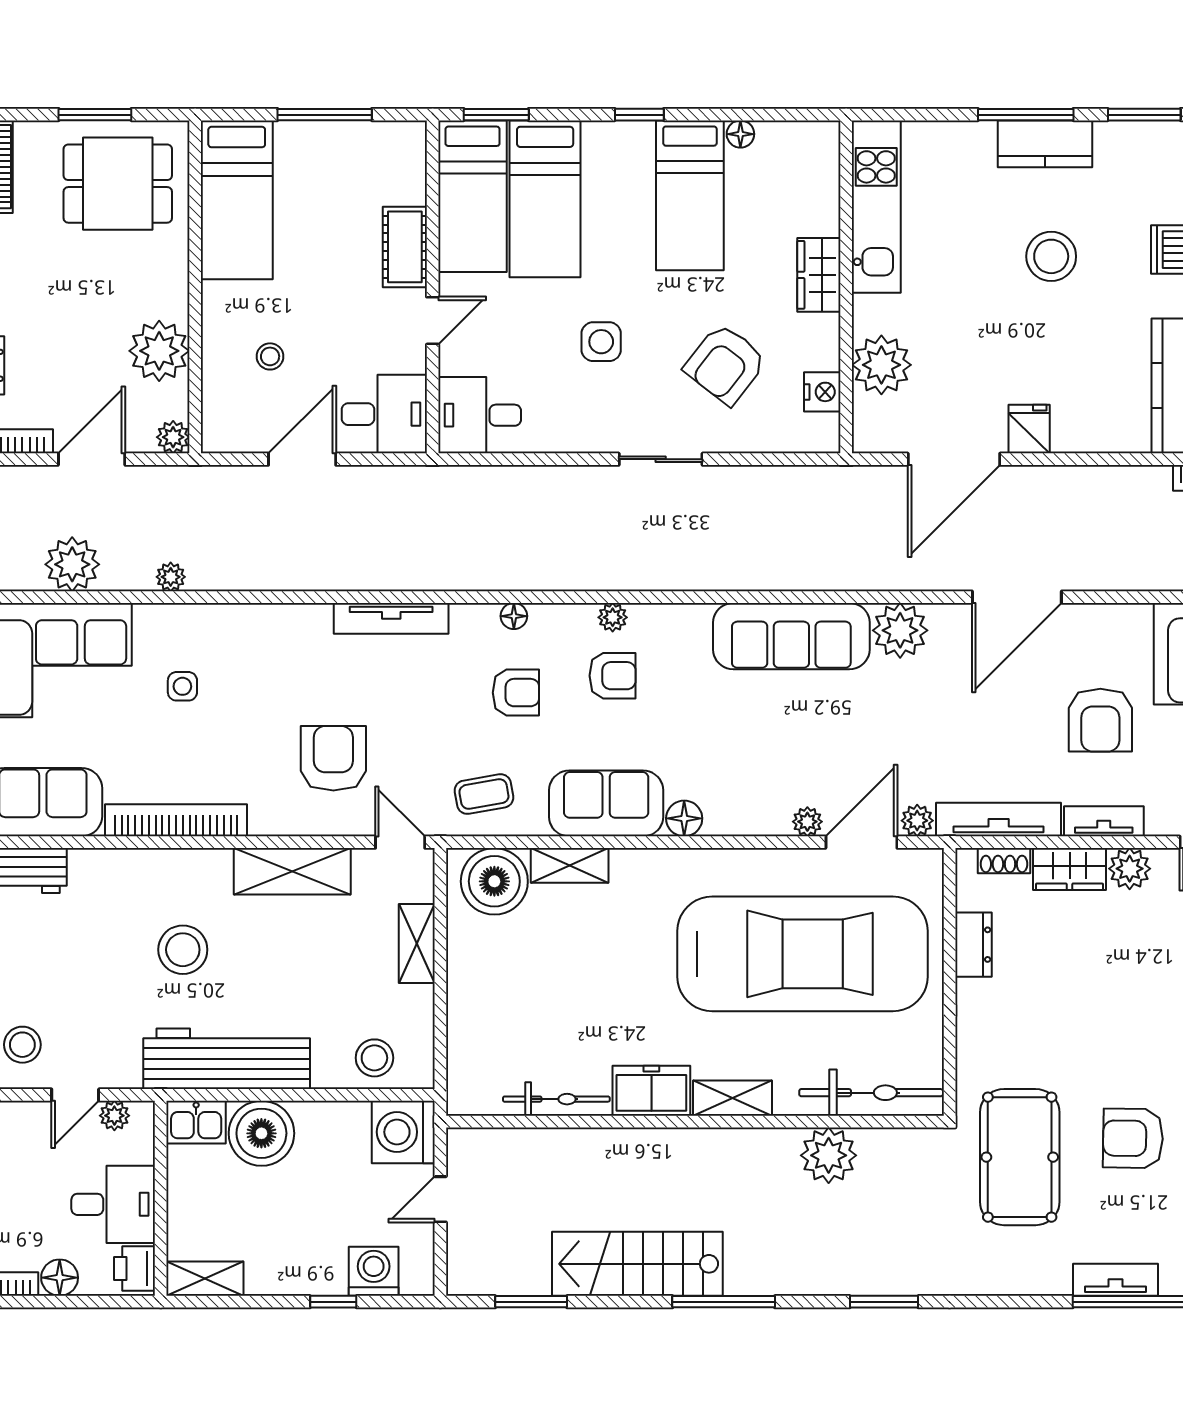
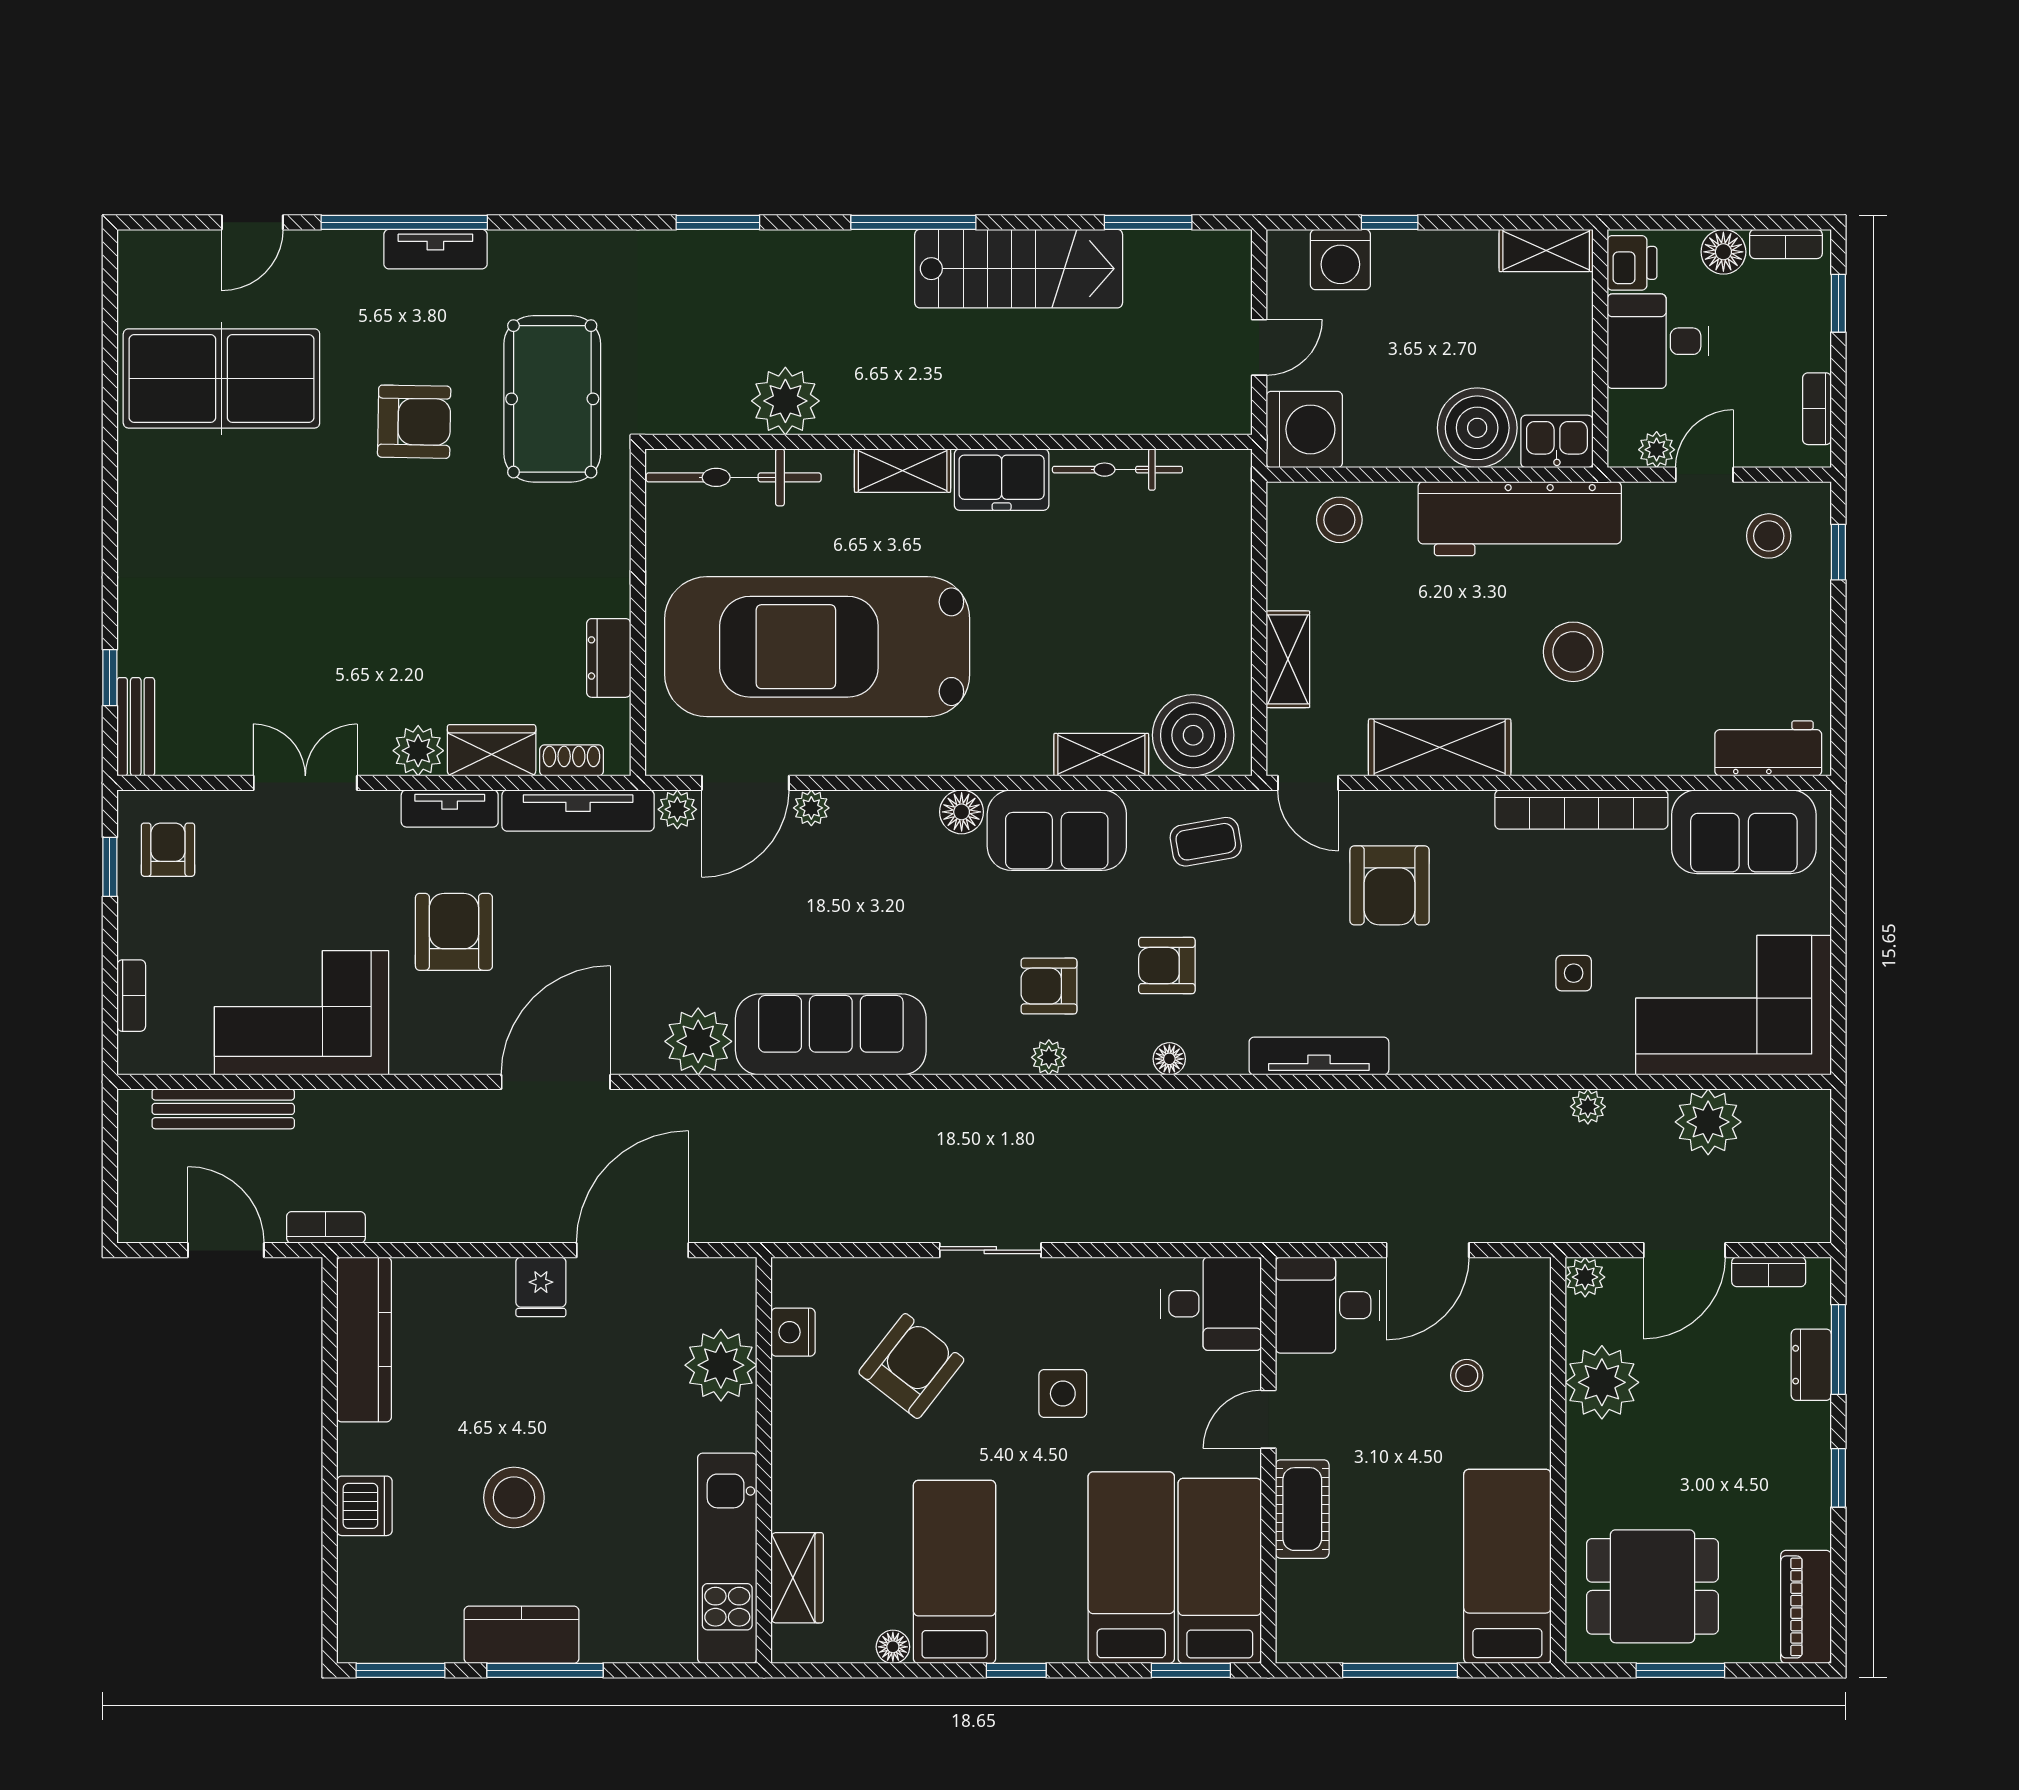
wardrobe: (819, 275) -> (797, 1578), moved

